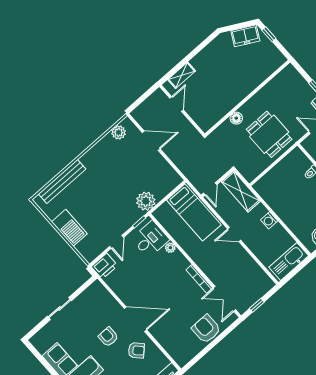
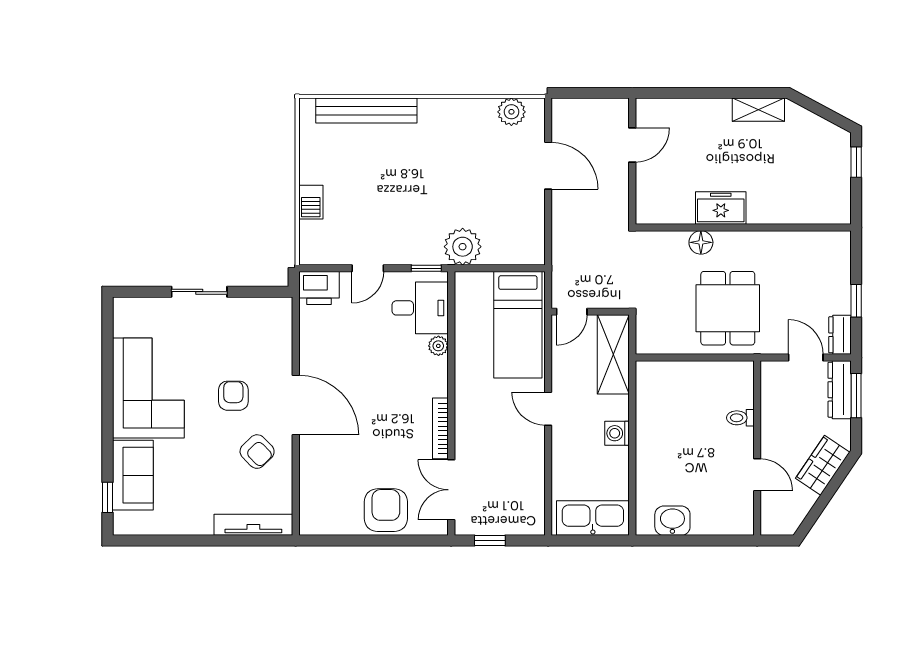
freezer: (245, 36) -> (721, 208), moved, turned 152
shelving: (182, 75) -> (758, 110), moved
barbecue: (69, 228) -> (311, 202), width x0.53, depth x0.65

